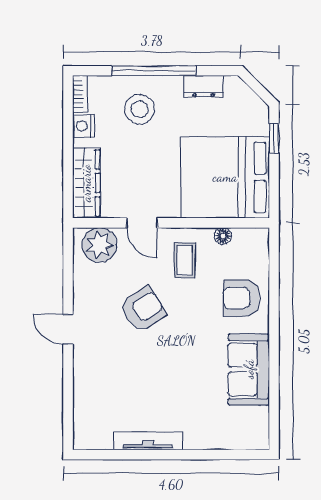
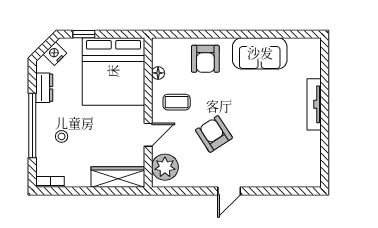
stool: (140, 109) -> (62, 136), width x0.53, depth x0.53
nightstand: (83, 126) -> (55, 54), moved, turned 135
tv unit: (148, 441) -> (314, 104), moved

